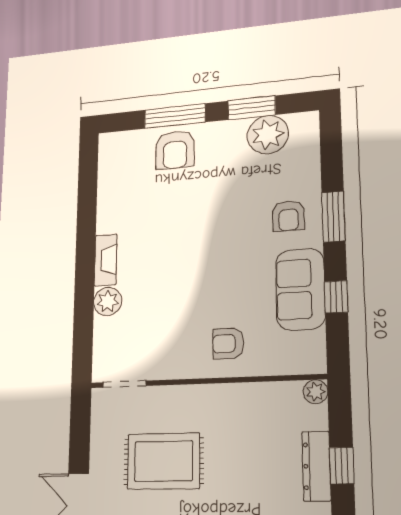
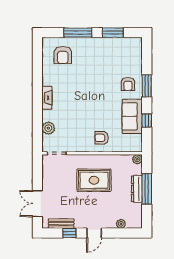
plant: (268, 135) -> (120, 46), removed
armchair: (175, 150) -> (63, 55), moved
plant: (108, 301) -> (48, 128), moved
rug: (163, 461) -> (94, 180), moved
window: (342, 466) -> (147, 189), width x2.17

